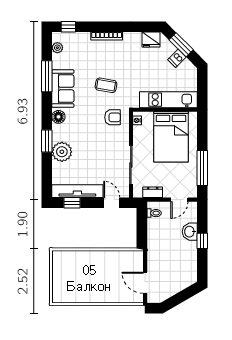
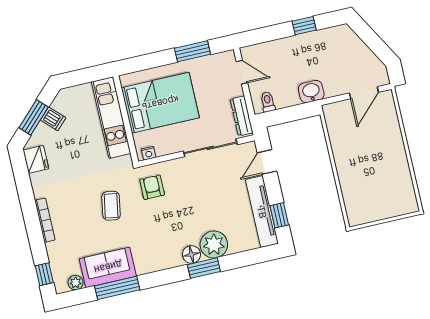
sofa: (63, 89) -> (108, 267), moved
floor lamp: (58, 117) -> (191, 254), moved
window: (202, 168) -> (192, 51), width x0.69
dresser: (153, 192) -> (242, 116), width x1.44
washbasin: (190, 232) -> (311, 92), moved, turned 180
window: (202, 241) -> (304, 26), moved

